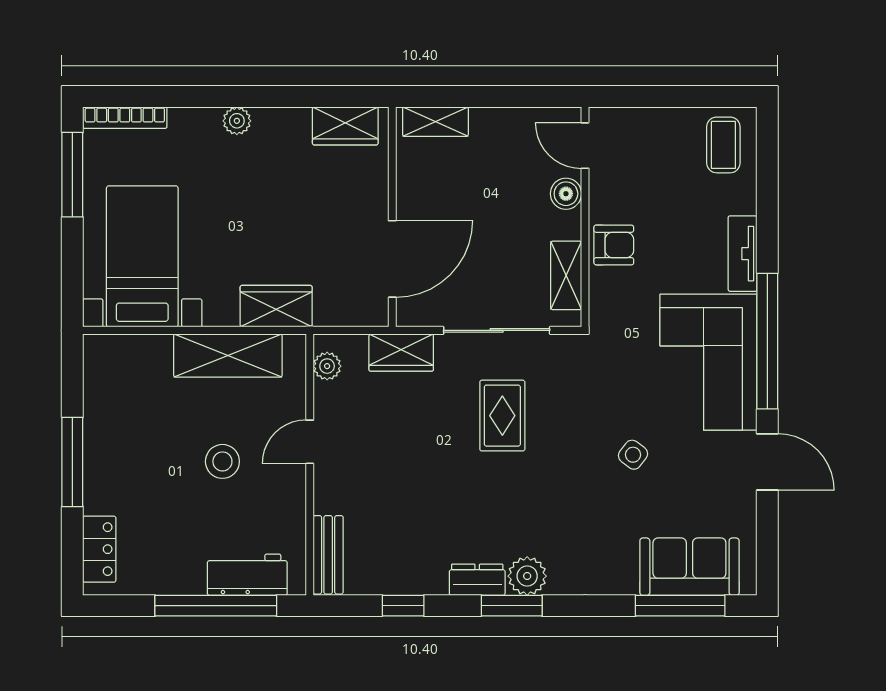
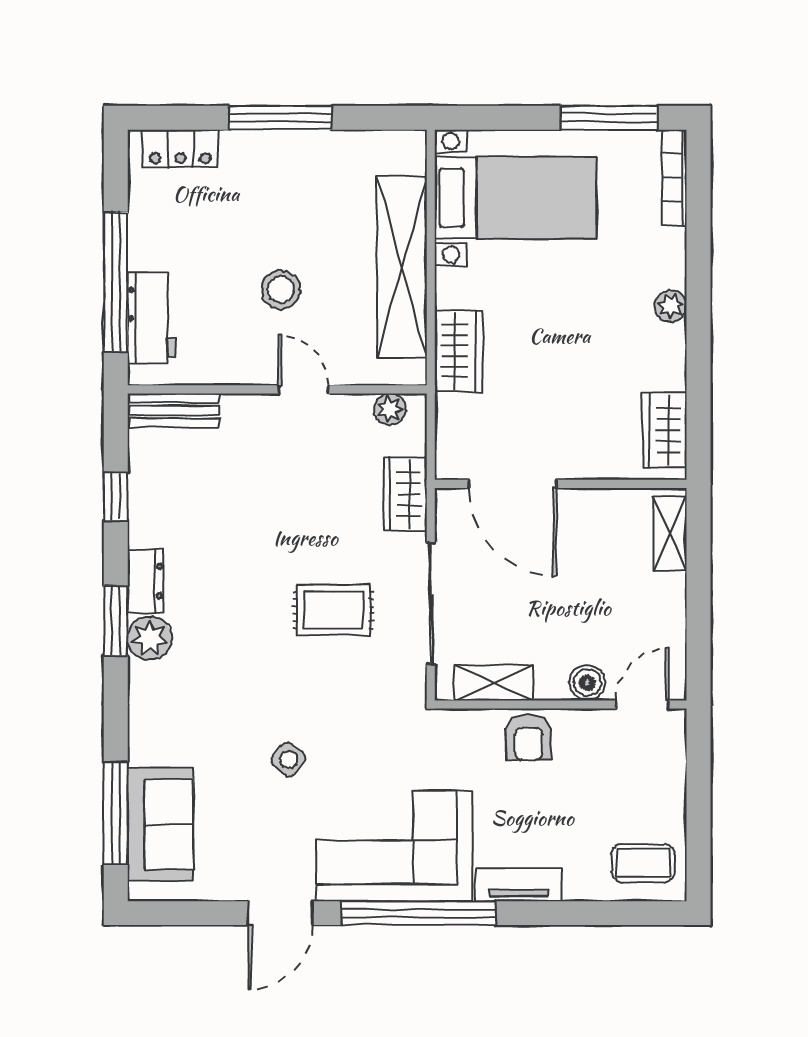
shelving: (228, 356) -> (402, 267), width x1.47

